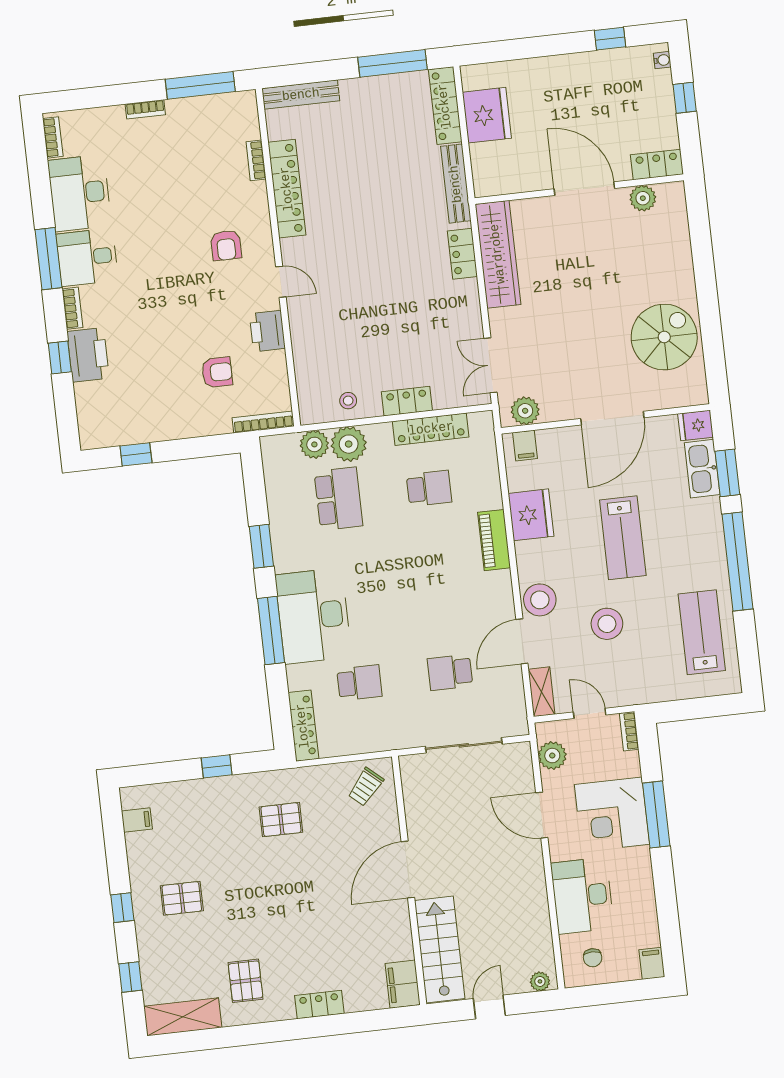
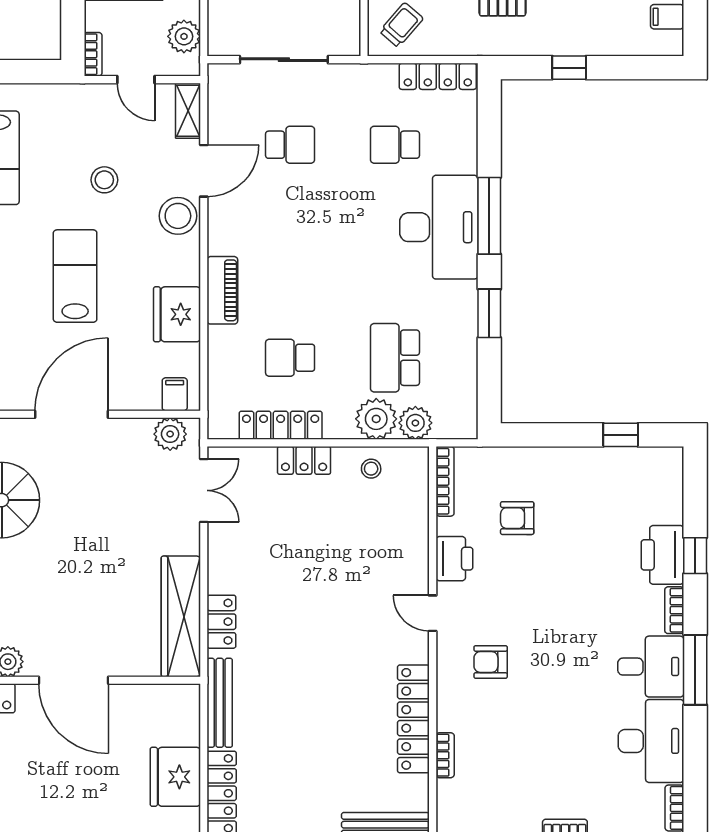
armchair: (226, 245) -> (491, 662), turned -90
bookcase: (263, 422) -> (445, 481), moved, turned -90
stool: (607, 624) -> (104, 180), width x0.73, depth x0.73
locker: (303, 726) -> (438, 76), moved, turned -90

